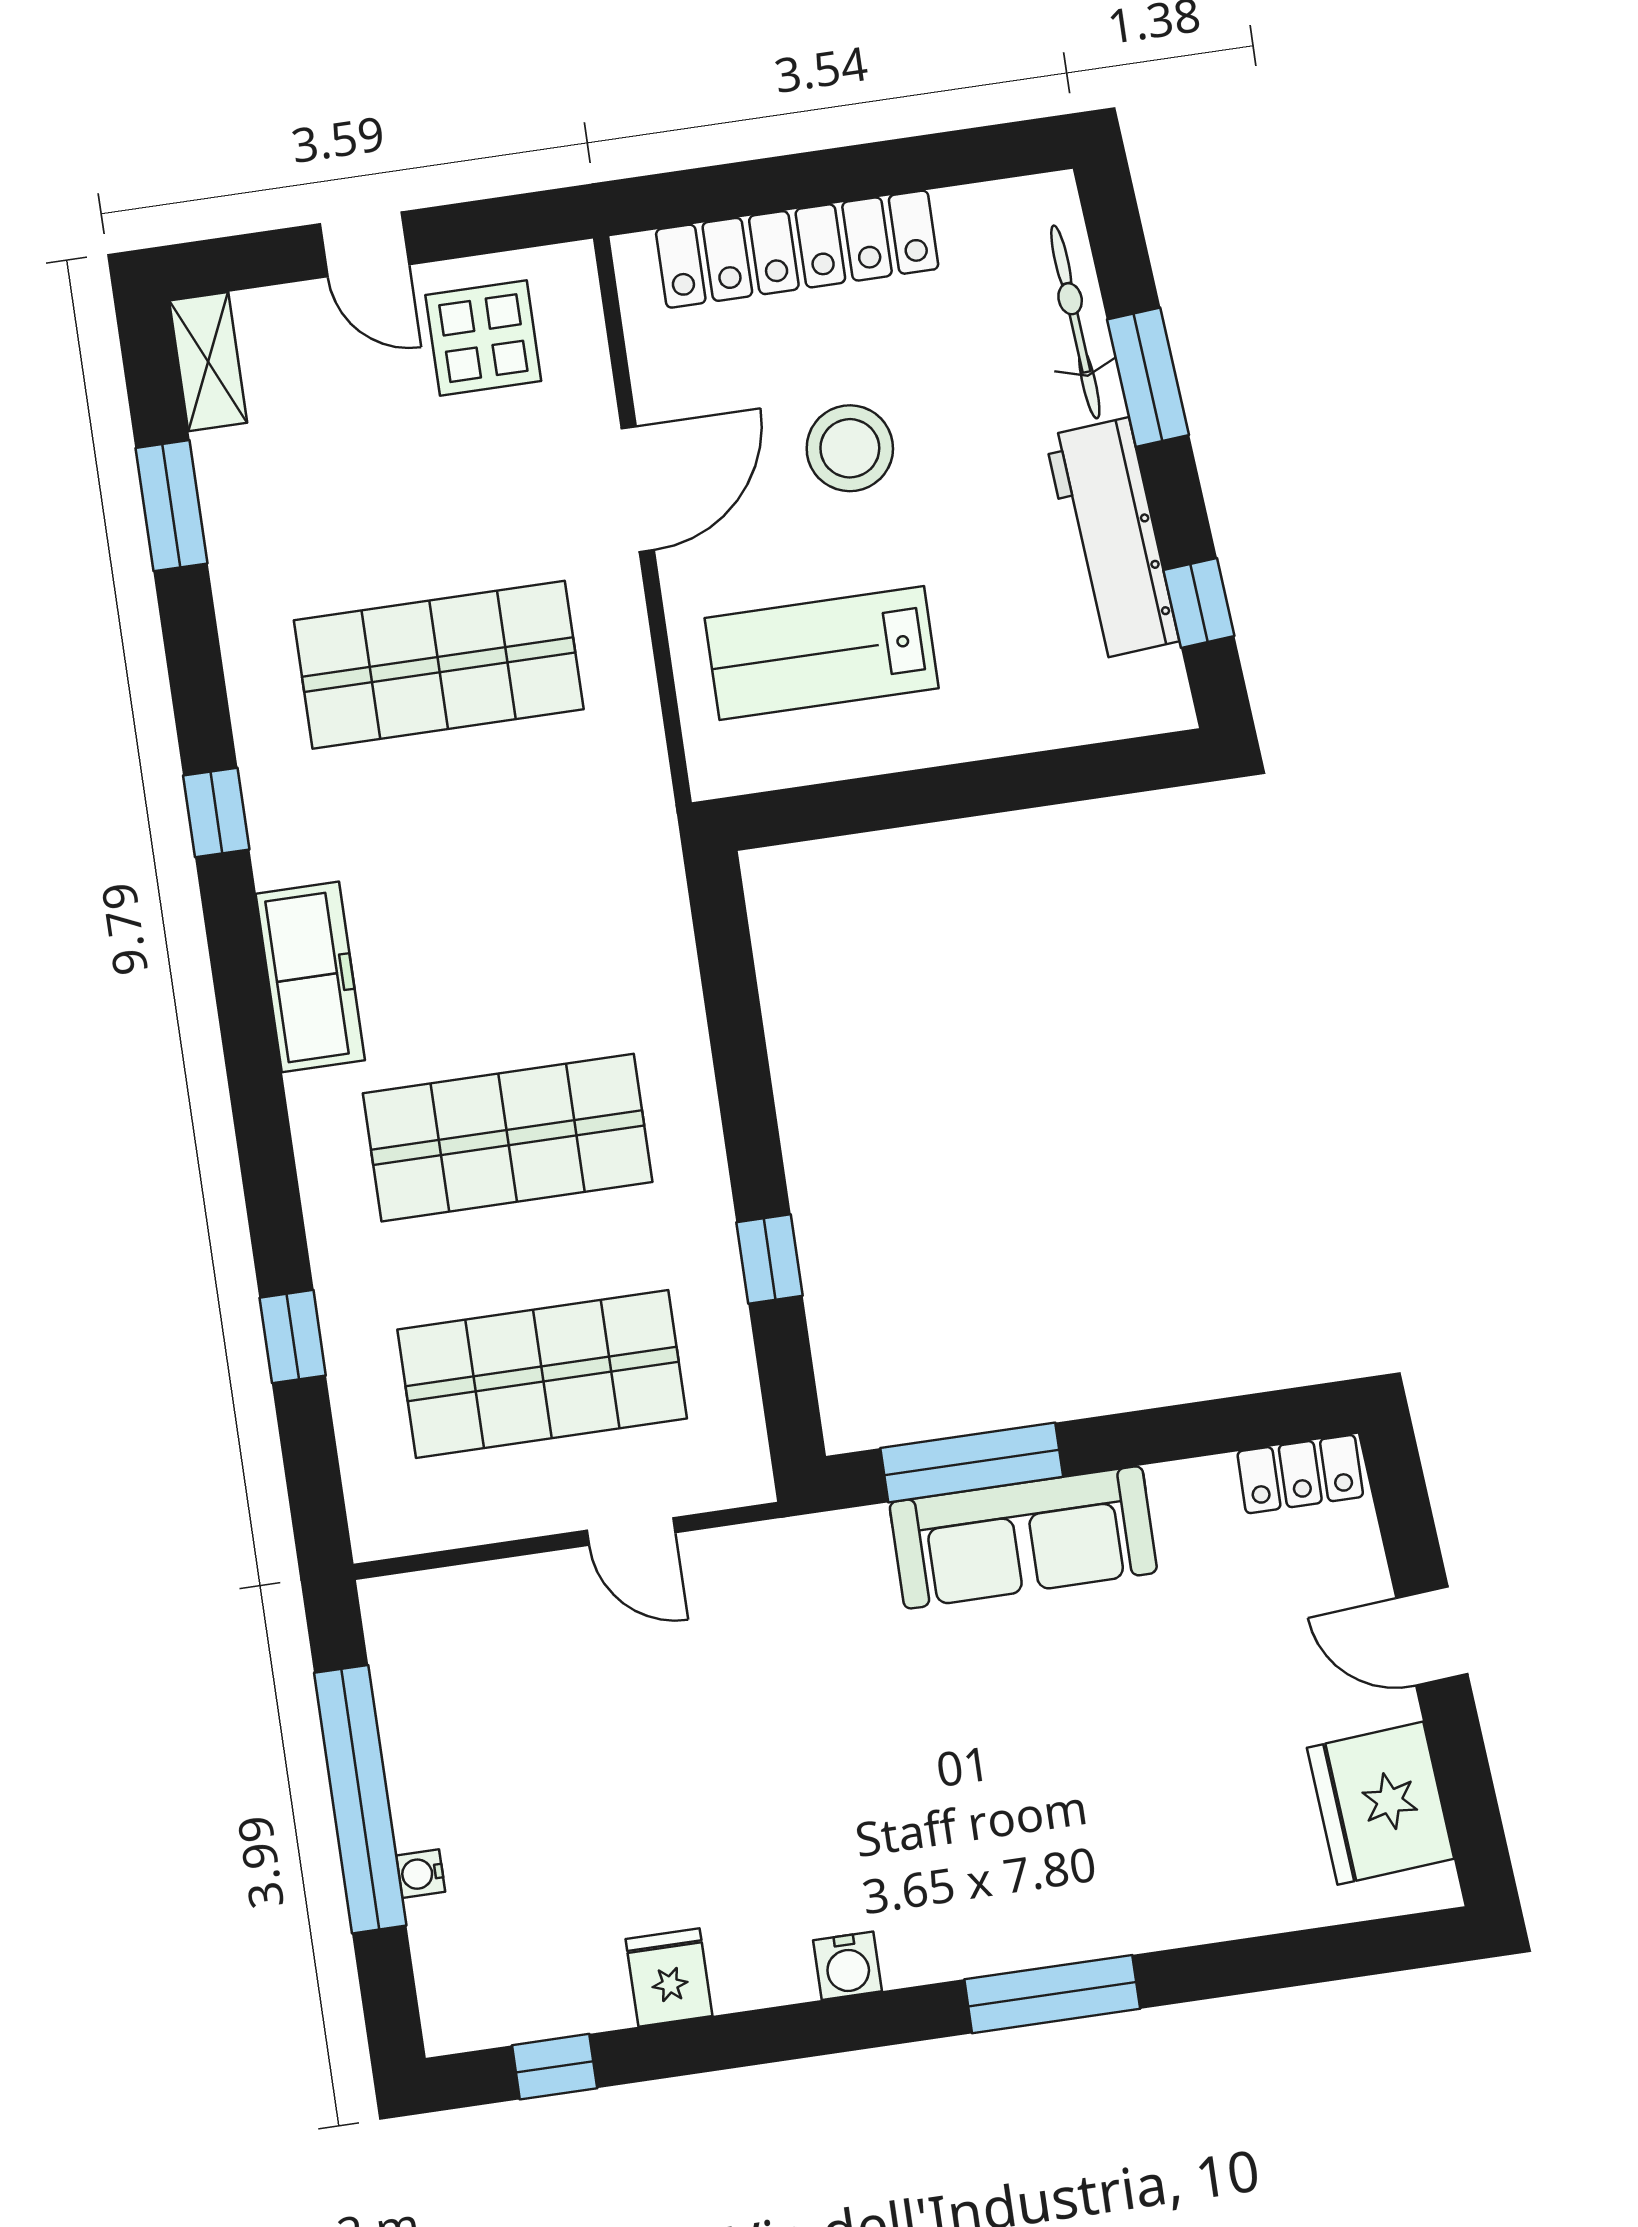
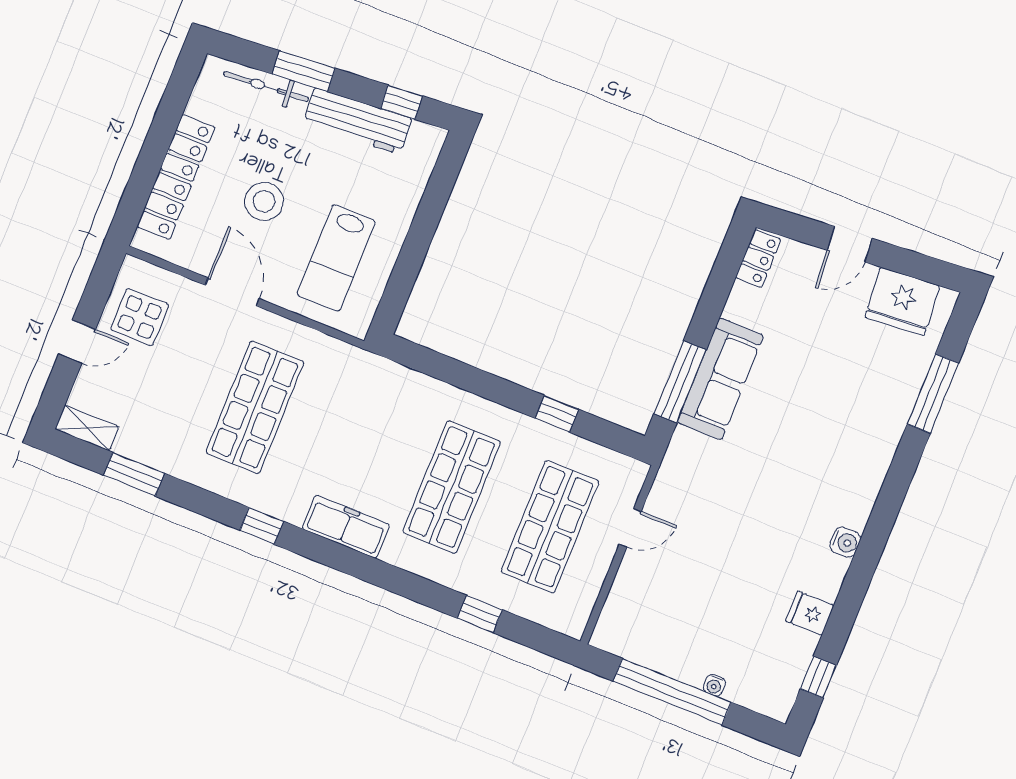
window: (1052, 1994) -> (933, 394), moved

